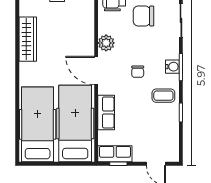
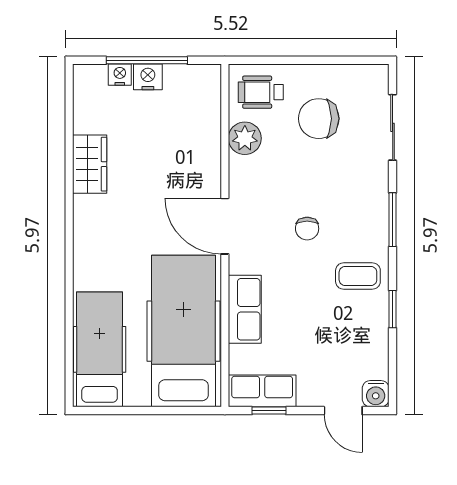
wardrobe: (28, 39) -> (90, 164), width x0.67
plant: (106, 43) -> (245, 138), moved
water cooler: (172, 67) -> (376, 394), moved, turned 90
hospital bed: (38, 124) -> (100, 349), width x0.73, depth x0.78

